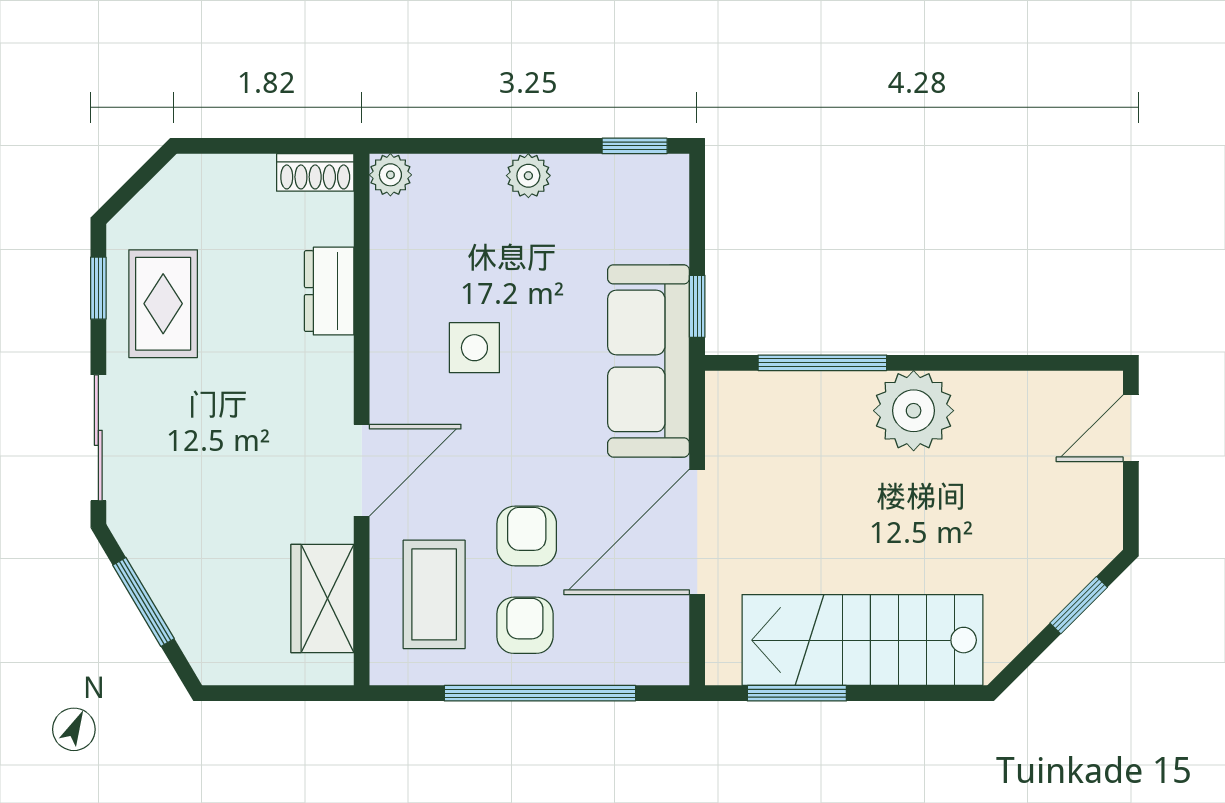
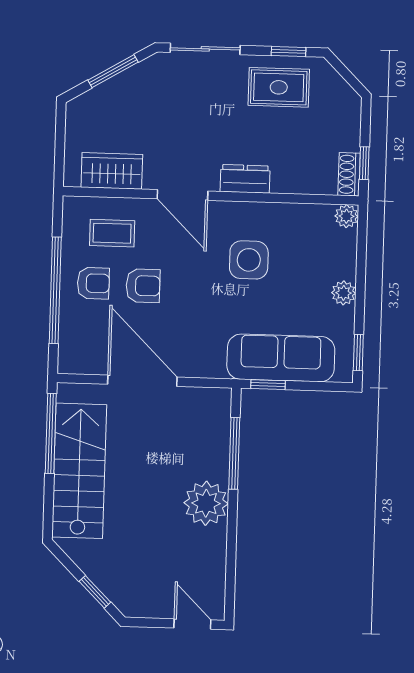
window: (294, 146) -> (364, 163), added
dresser: (329, 291) -> (245, 179), moved
side table: (474, 348) -> (249, 260), width x1.37, depth x1.37
sofa: (649, 361) -> (281, 358), moved
coffee table: (434, 594) -> (112, 233), width x0.73, depth x0.77
window: (797, 693) -> (51, 433), width x1.44

